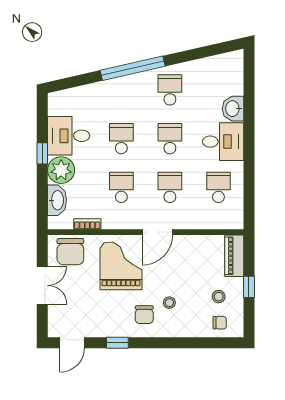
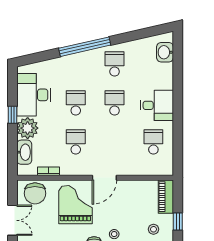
washbasin: (233, 109) -> (165, 52), moved
desk: (69, 136) -> (34, 95), width x1.37
school desk: (170, 187) -> (115, 142), removed

